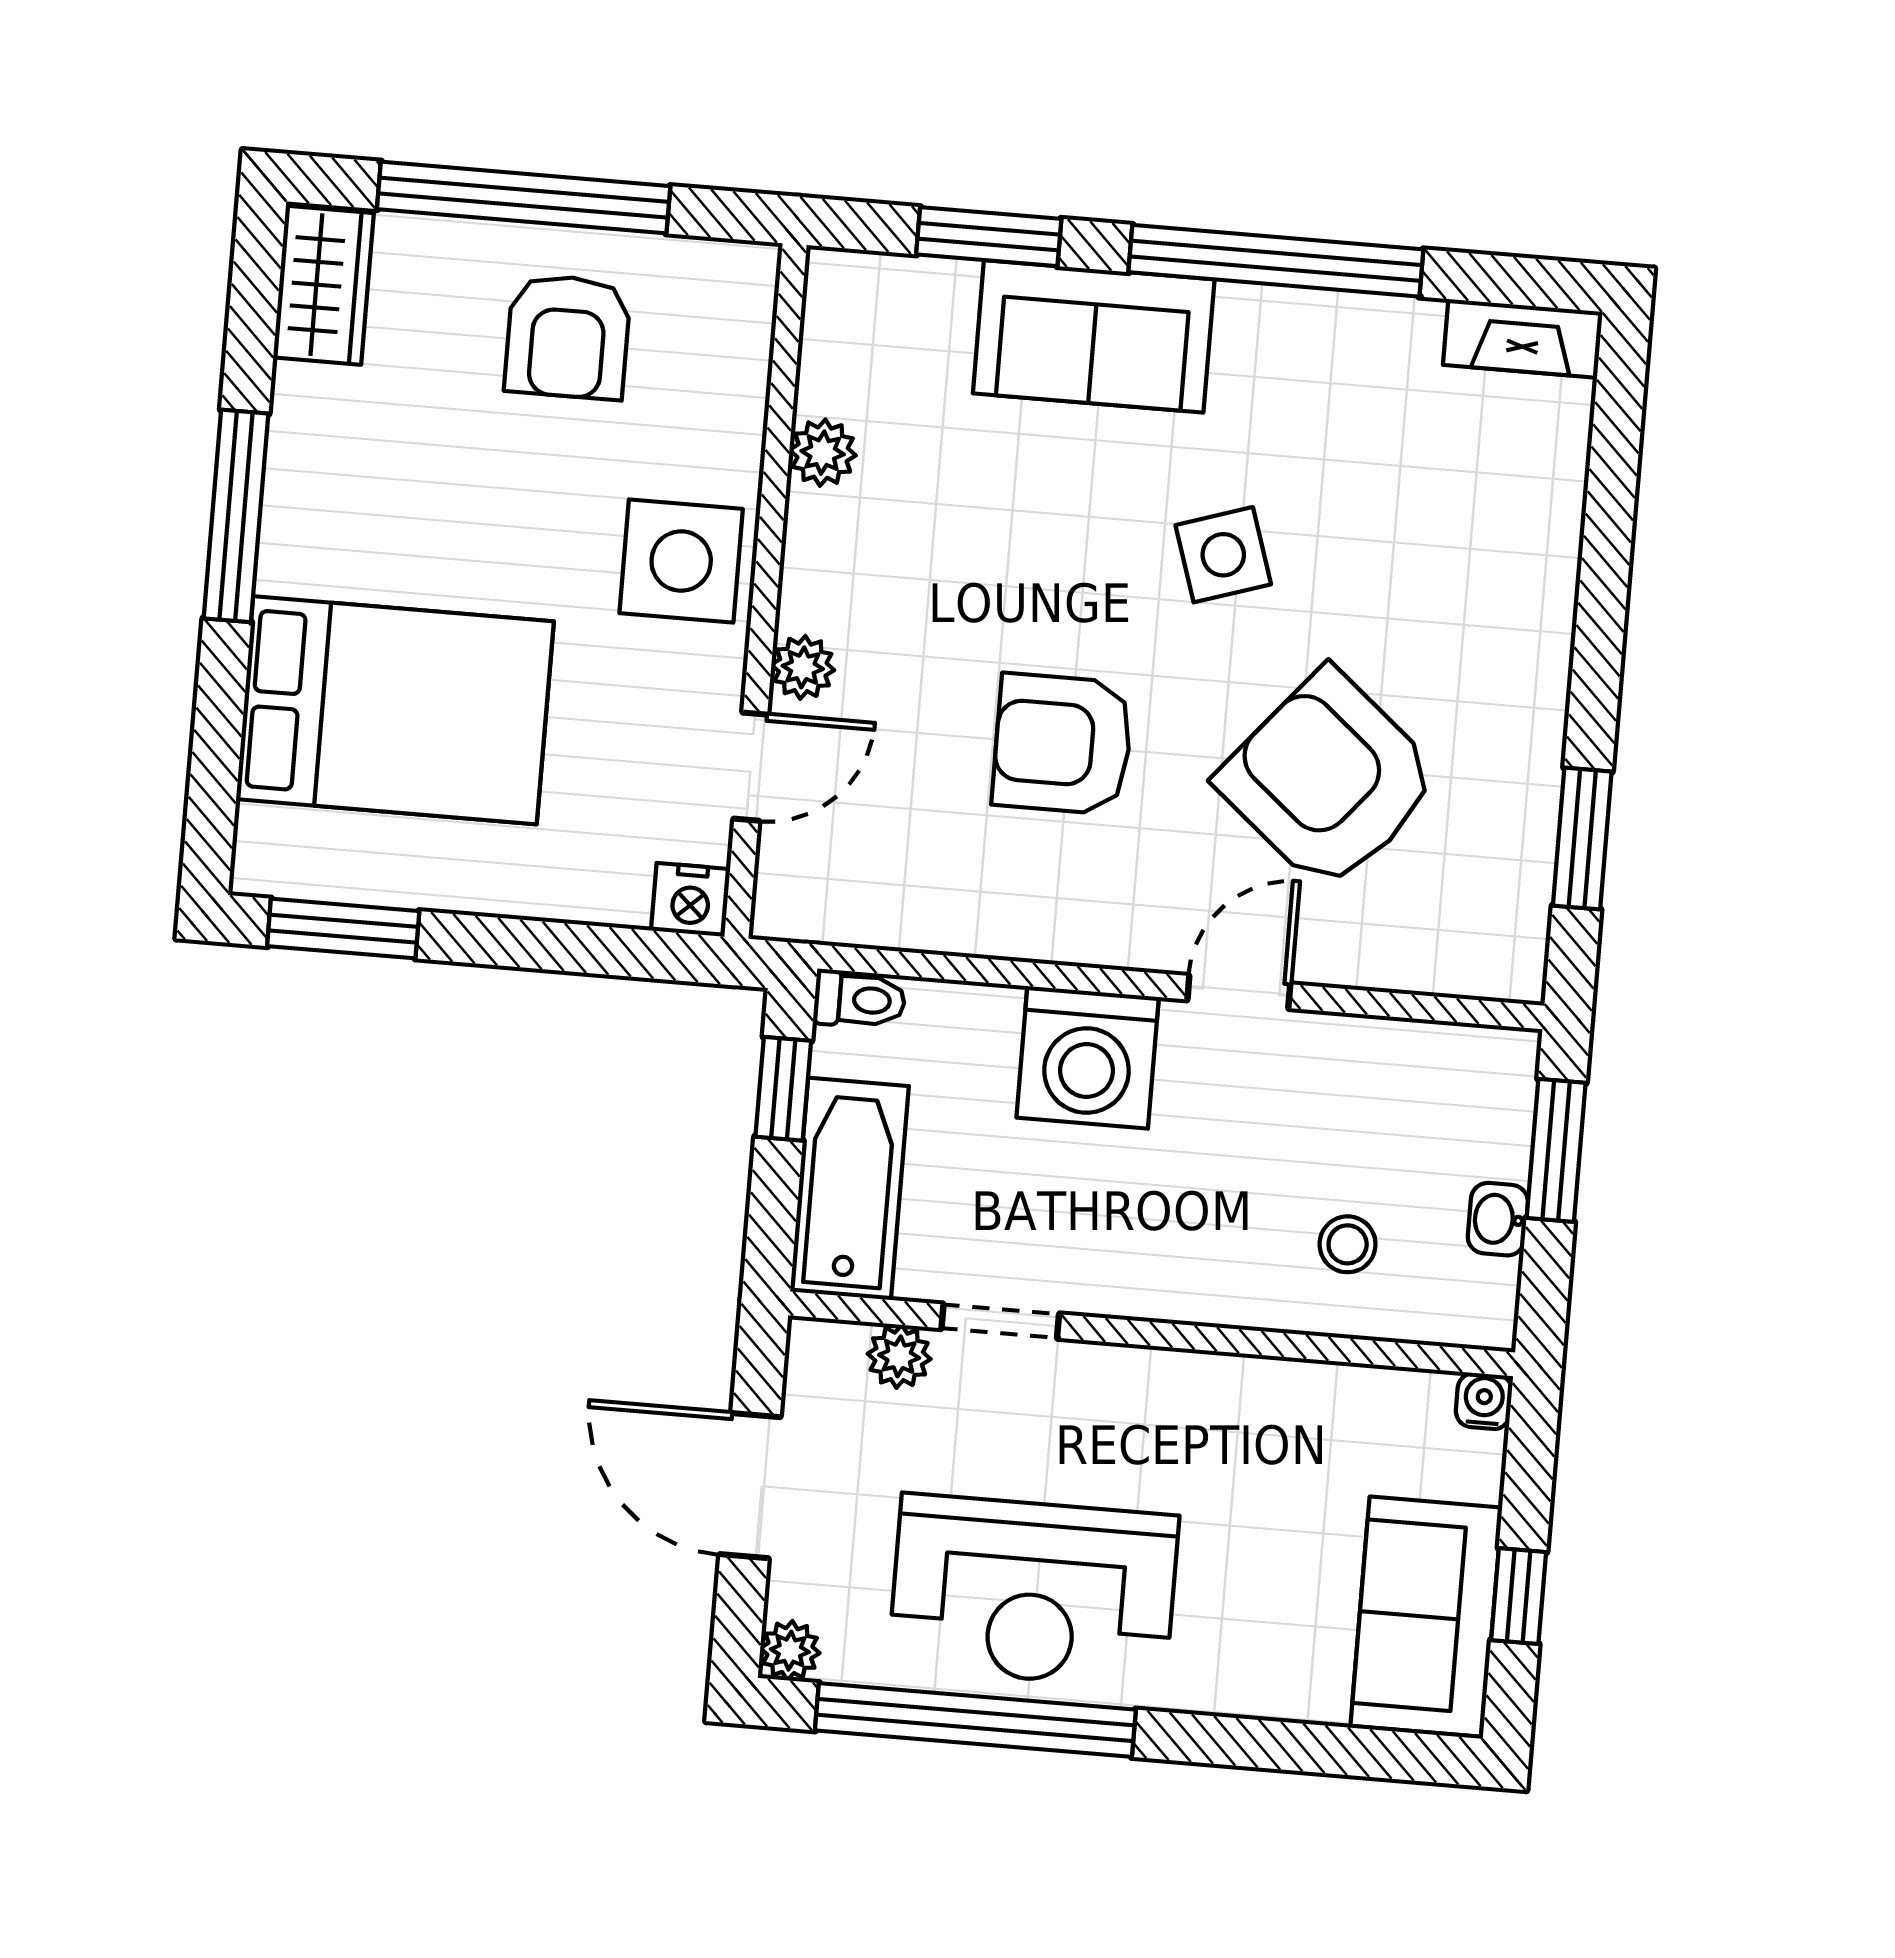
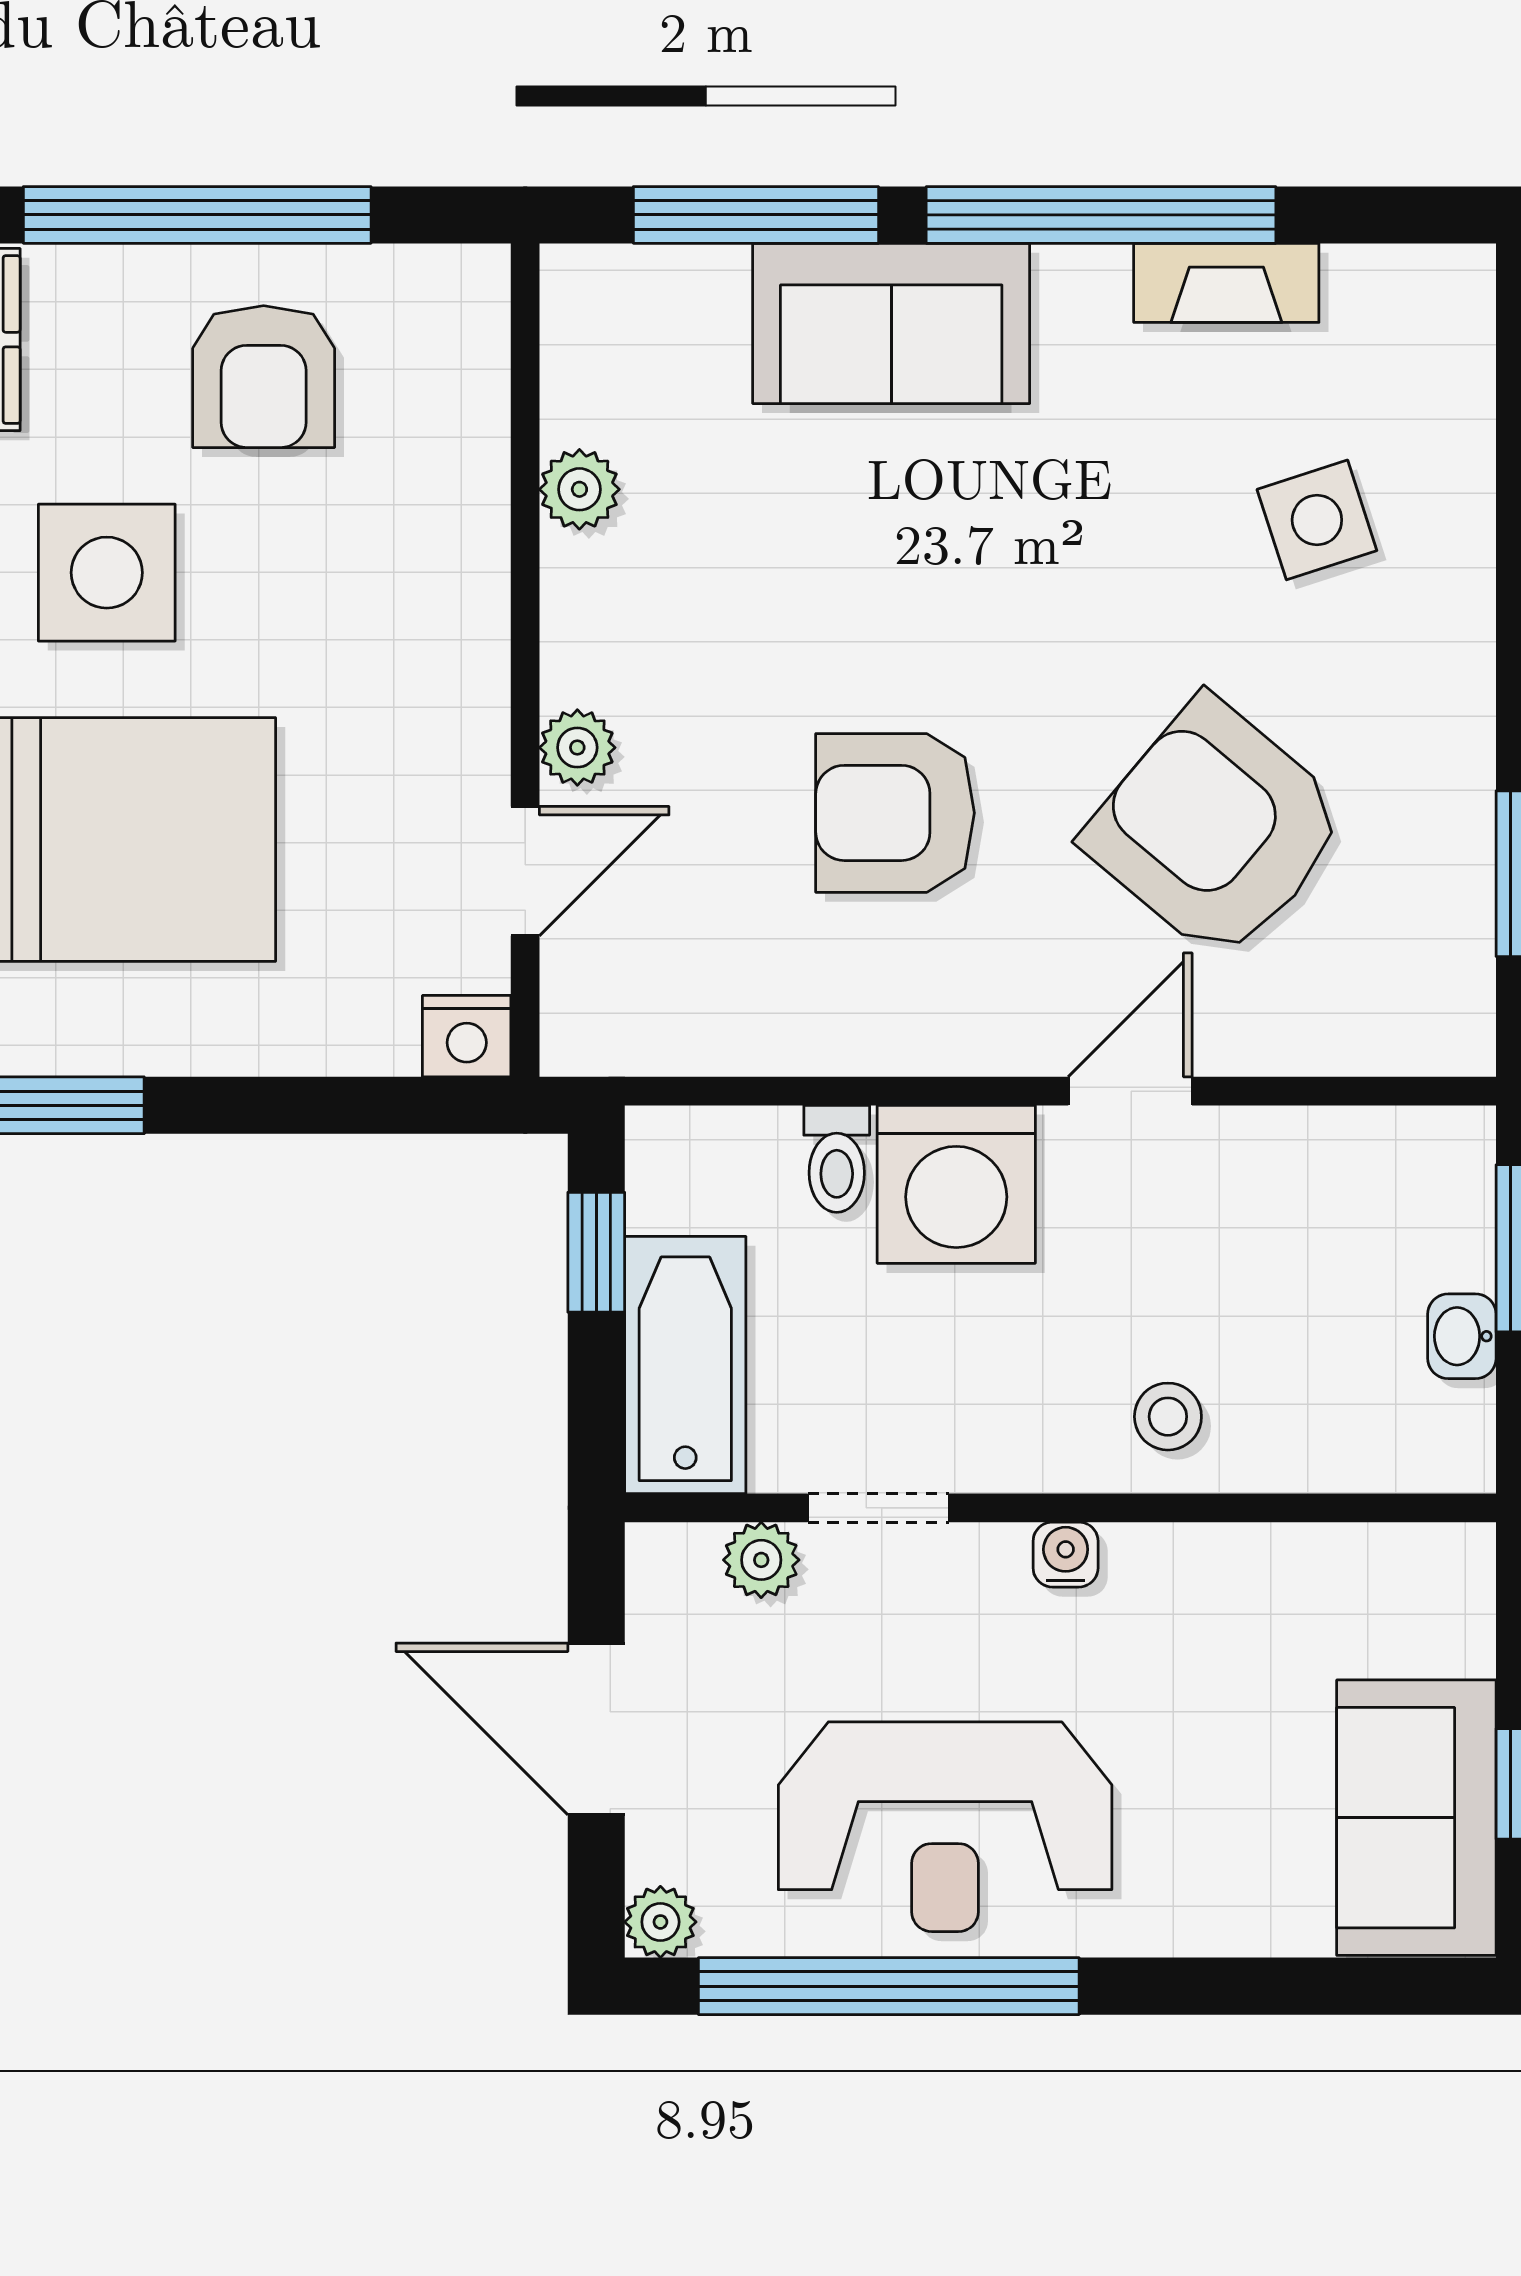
window: (989, 237) -> (756, 215), width x1.44
fireplace: (1523, 338) -> (1226, 283), moved
side table: (1223, 555) -> (1317, 520), moved
side table: (681, 561) -> (107, 573), moved
toilet: (859, 1000) -> (837, 1159), moved, turned 90
stool: (1348, 1244) -> (1168, 1417), moved
water cooler: (1484, 1401) -> (1066, 1555), moved

